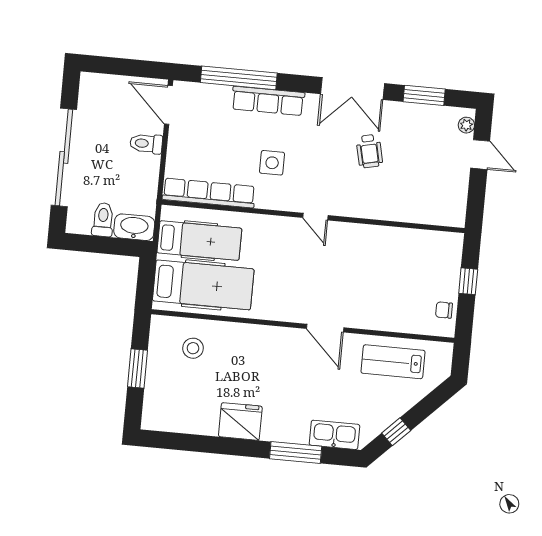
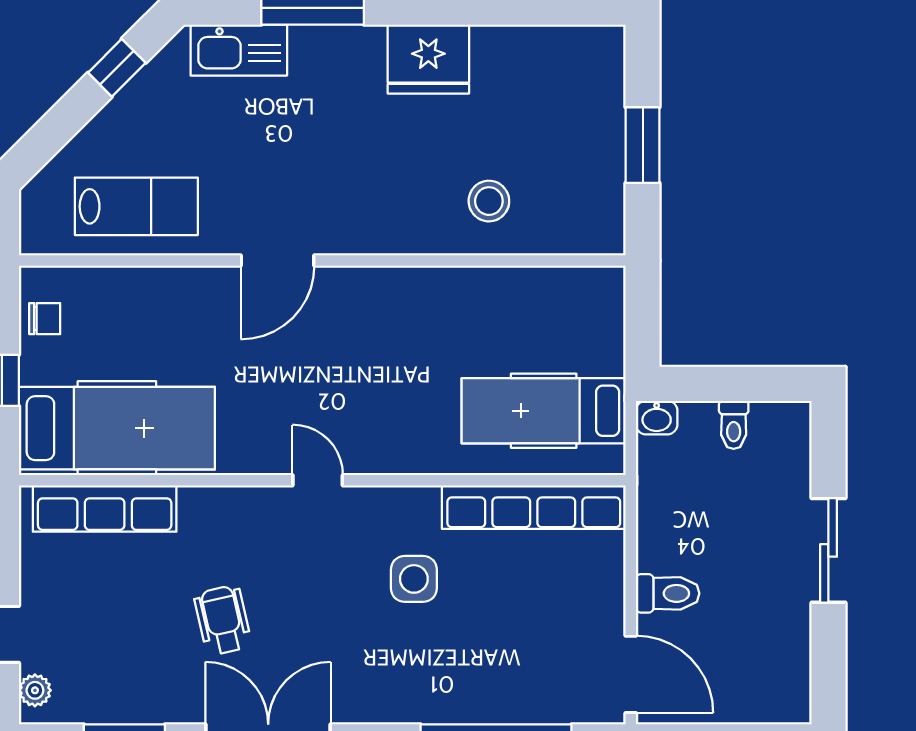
row of seats: (268, 101) -> (105, 509), moved, turned 180
sliding door: (64, 157) -> (828, 550), width x0.54
toilet: (103, 220) -> (734, 425), width x0.73, depth x0.72
washbasin: (134, 227) -> (657, 418), width x0.52, depth x0.69
hospital bed: (203, 285) -> (117, 428), moved, turned 180
door: (325, 328) -> (277, 260), swing flipped
stool: (193, 348) -> (489, 201), moved

